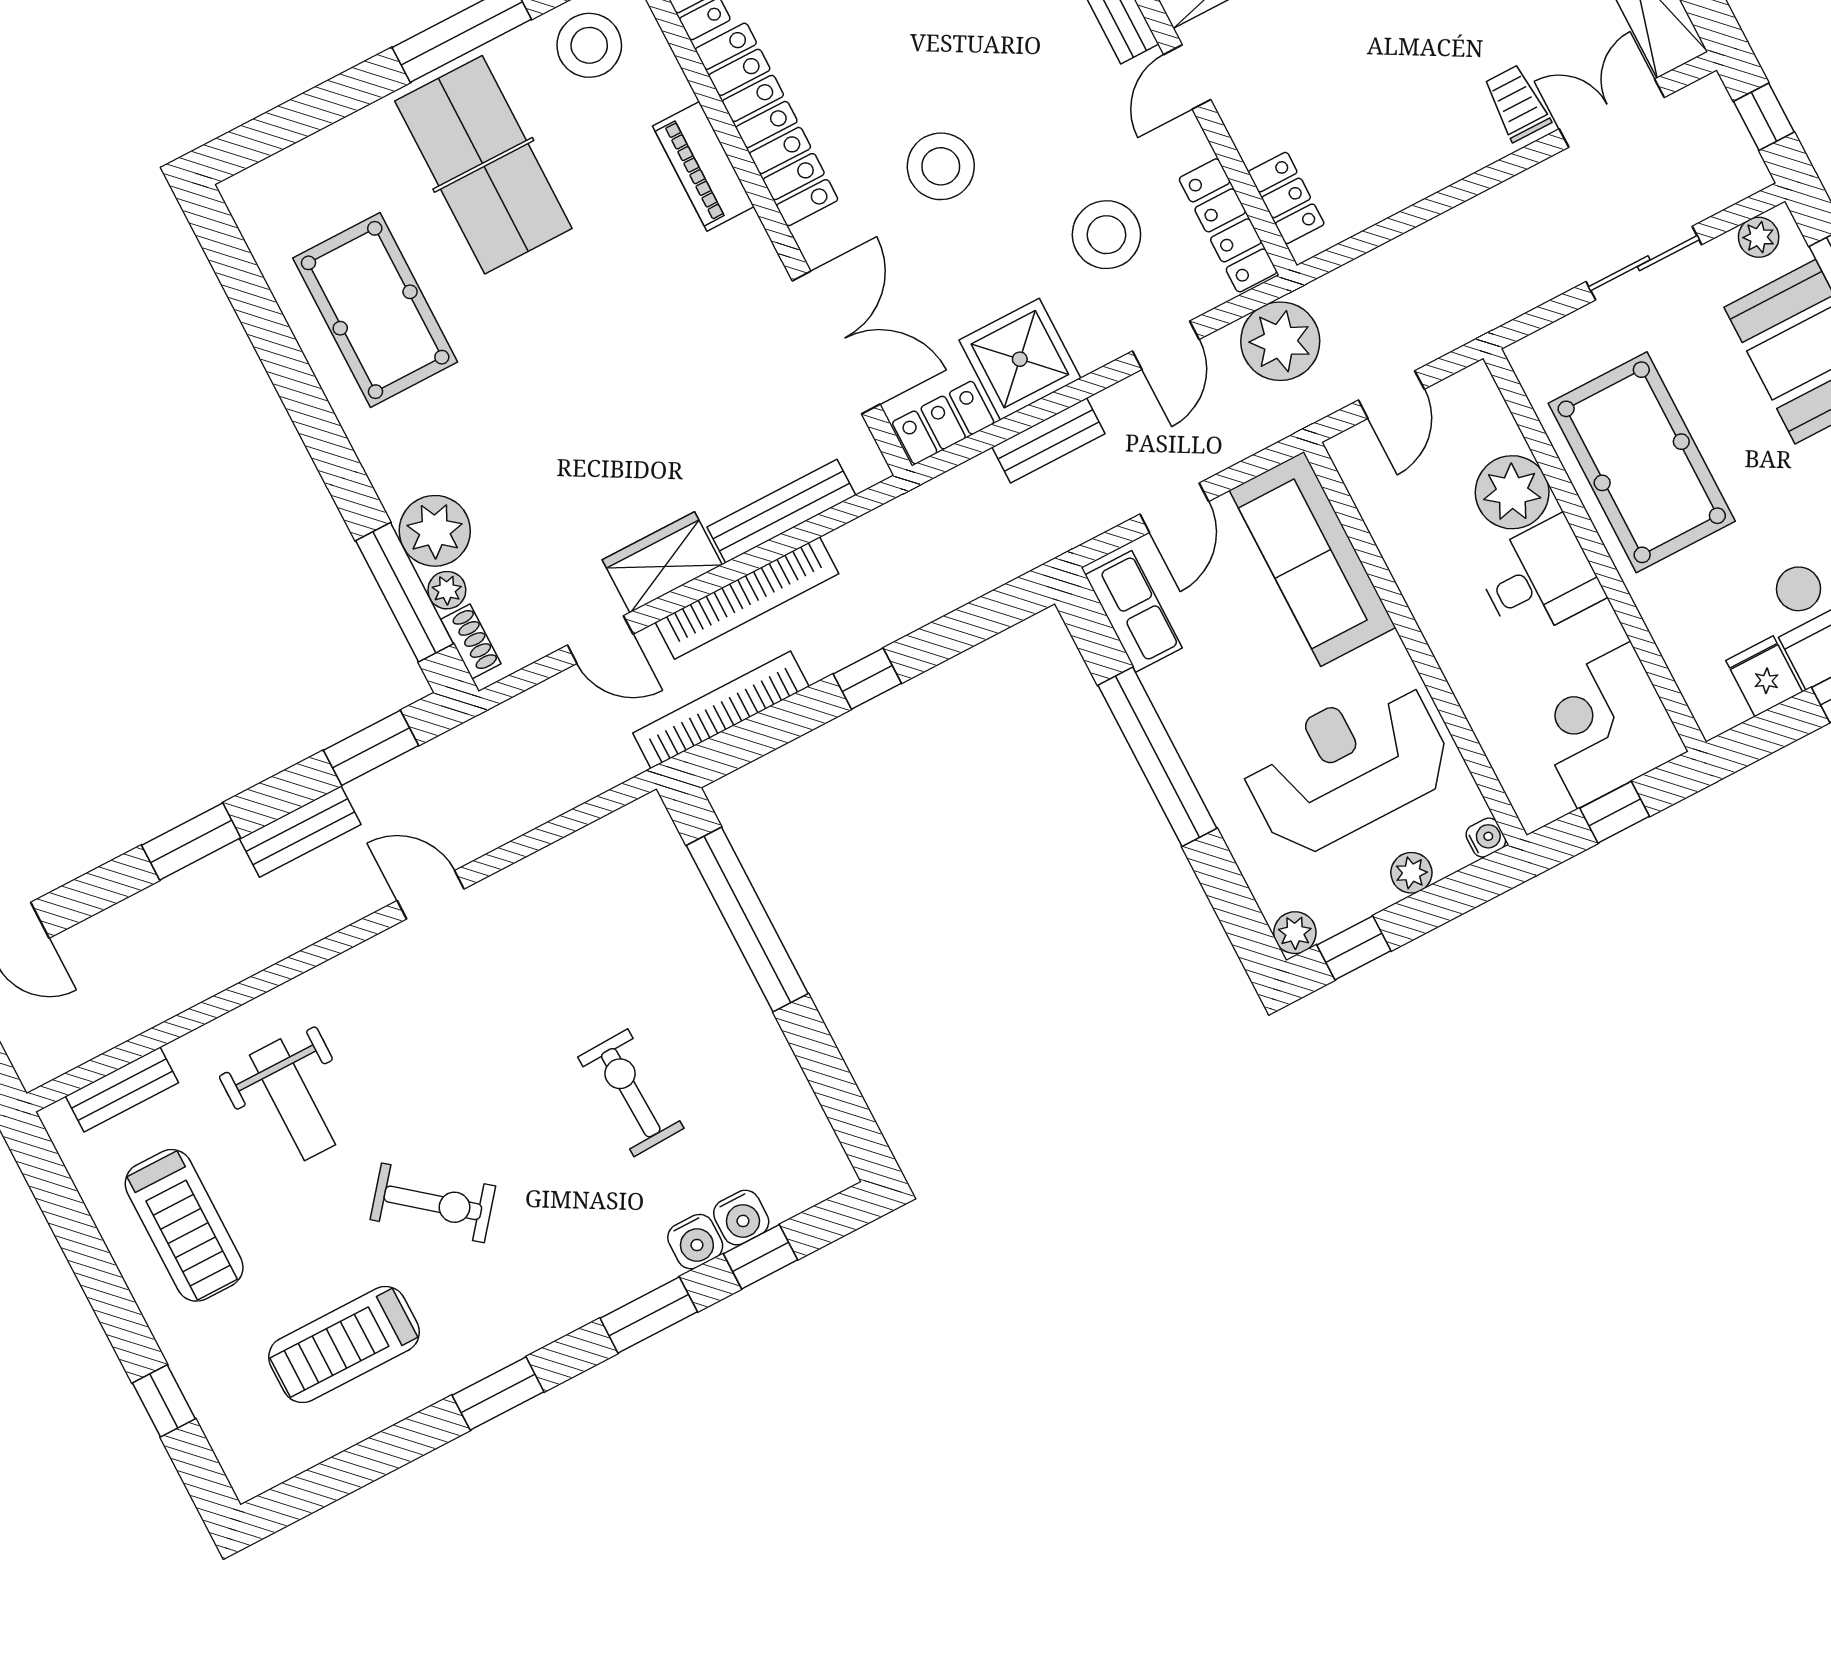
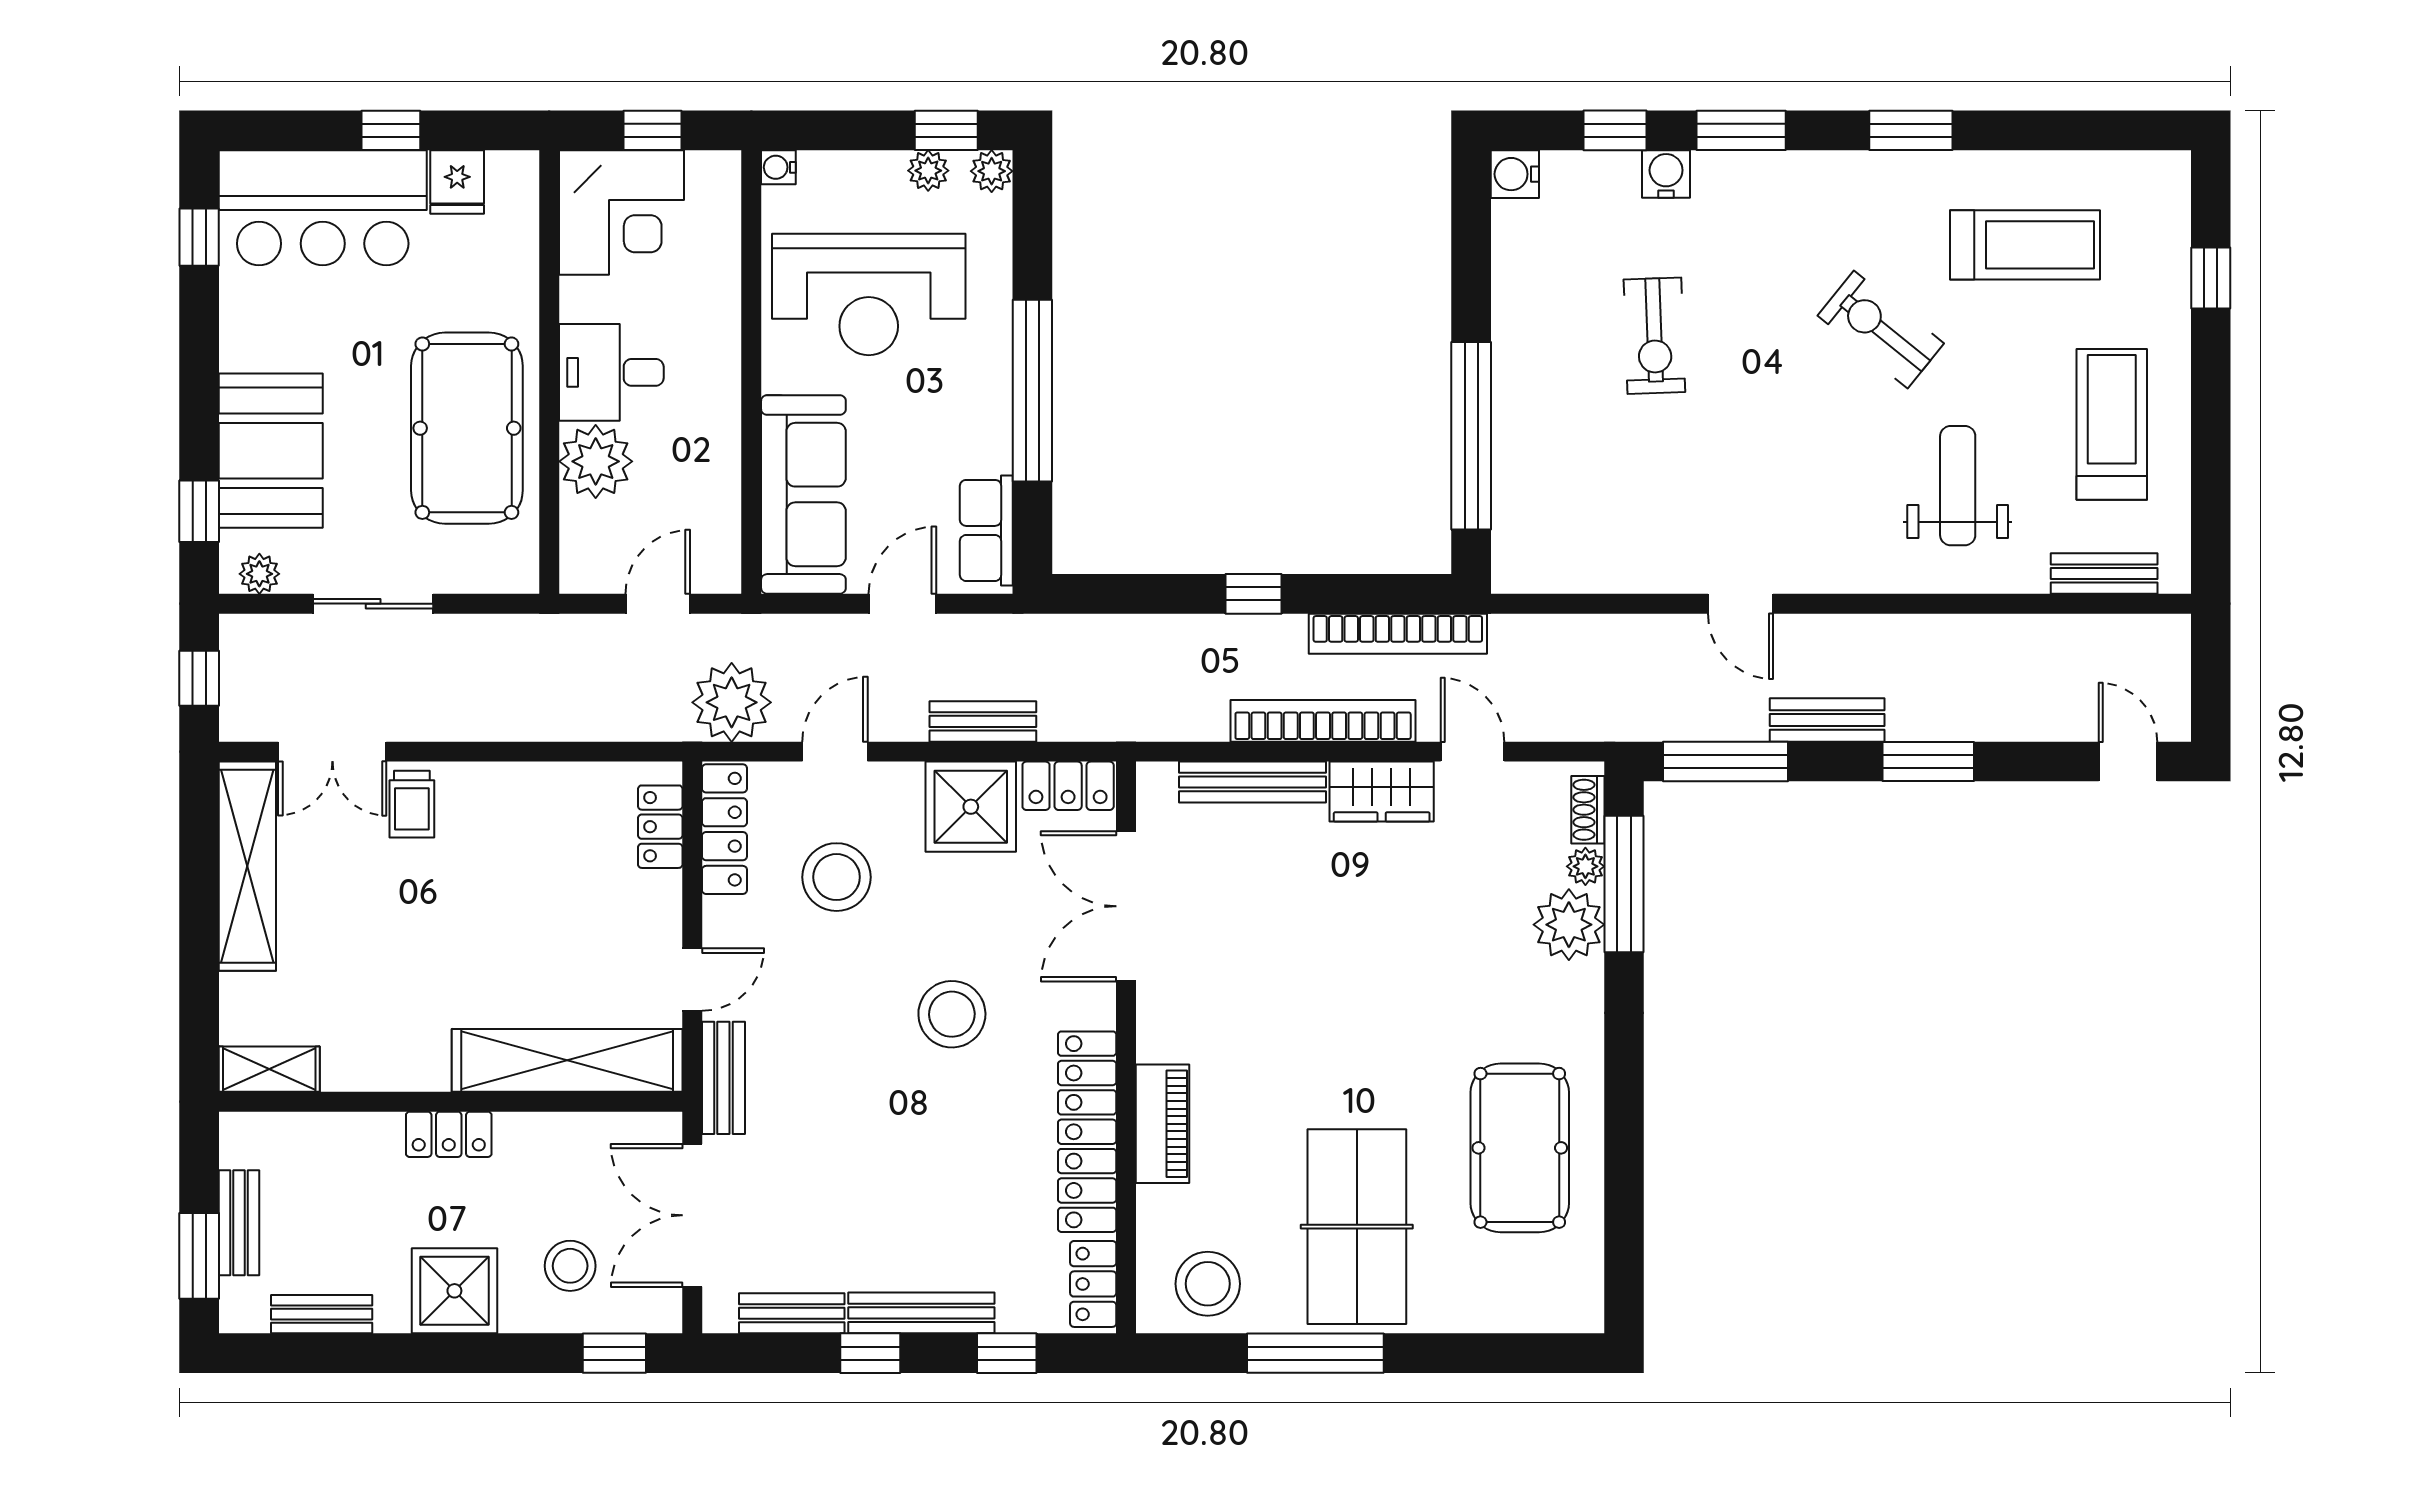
window: (371, 748) -> (1726, 761), width x1.44
plant: (1411, 873) -> (928, 171), moved
water cooler: (741, 1218) -> (1515, 174), moved, turned -90

